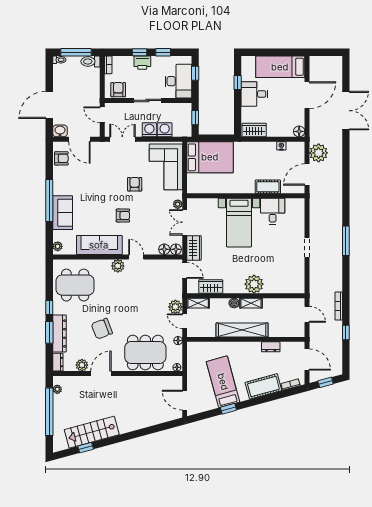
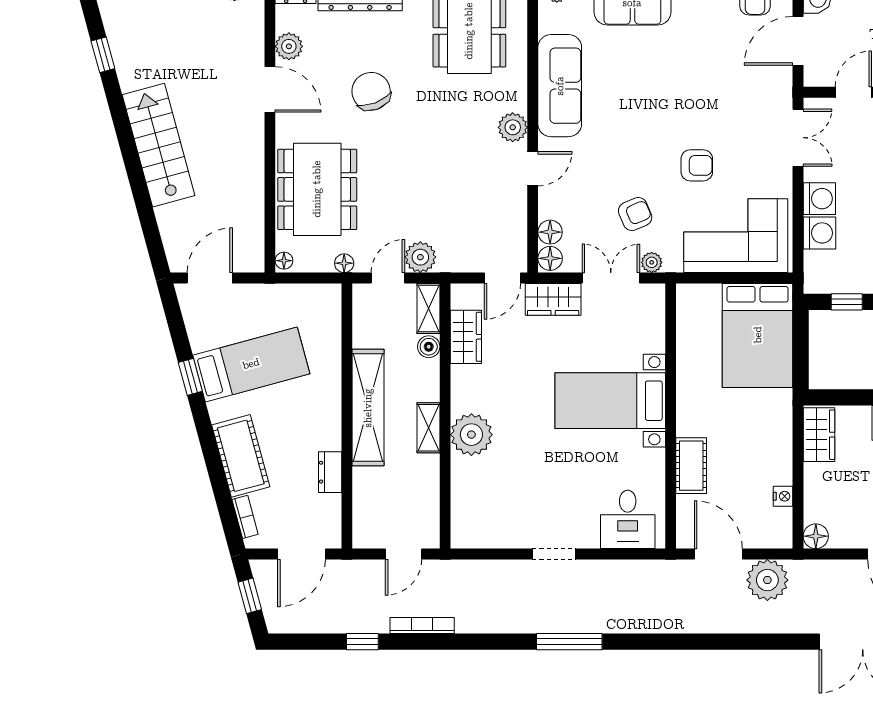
desk: (273, 211) -> (628, 519), moved, turned 90
armchair: (123, 216) -> (635, 214), moved, turned -113
boiler: (234, 303) -> (429, 347), moved
stairs: (92, 432) -> (158, 145), moved

